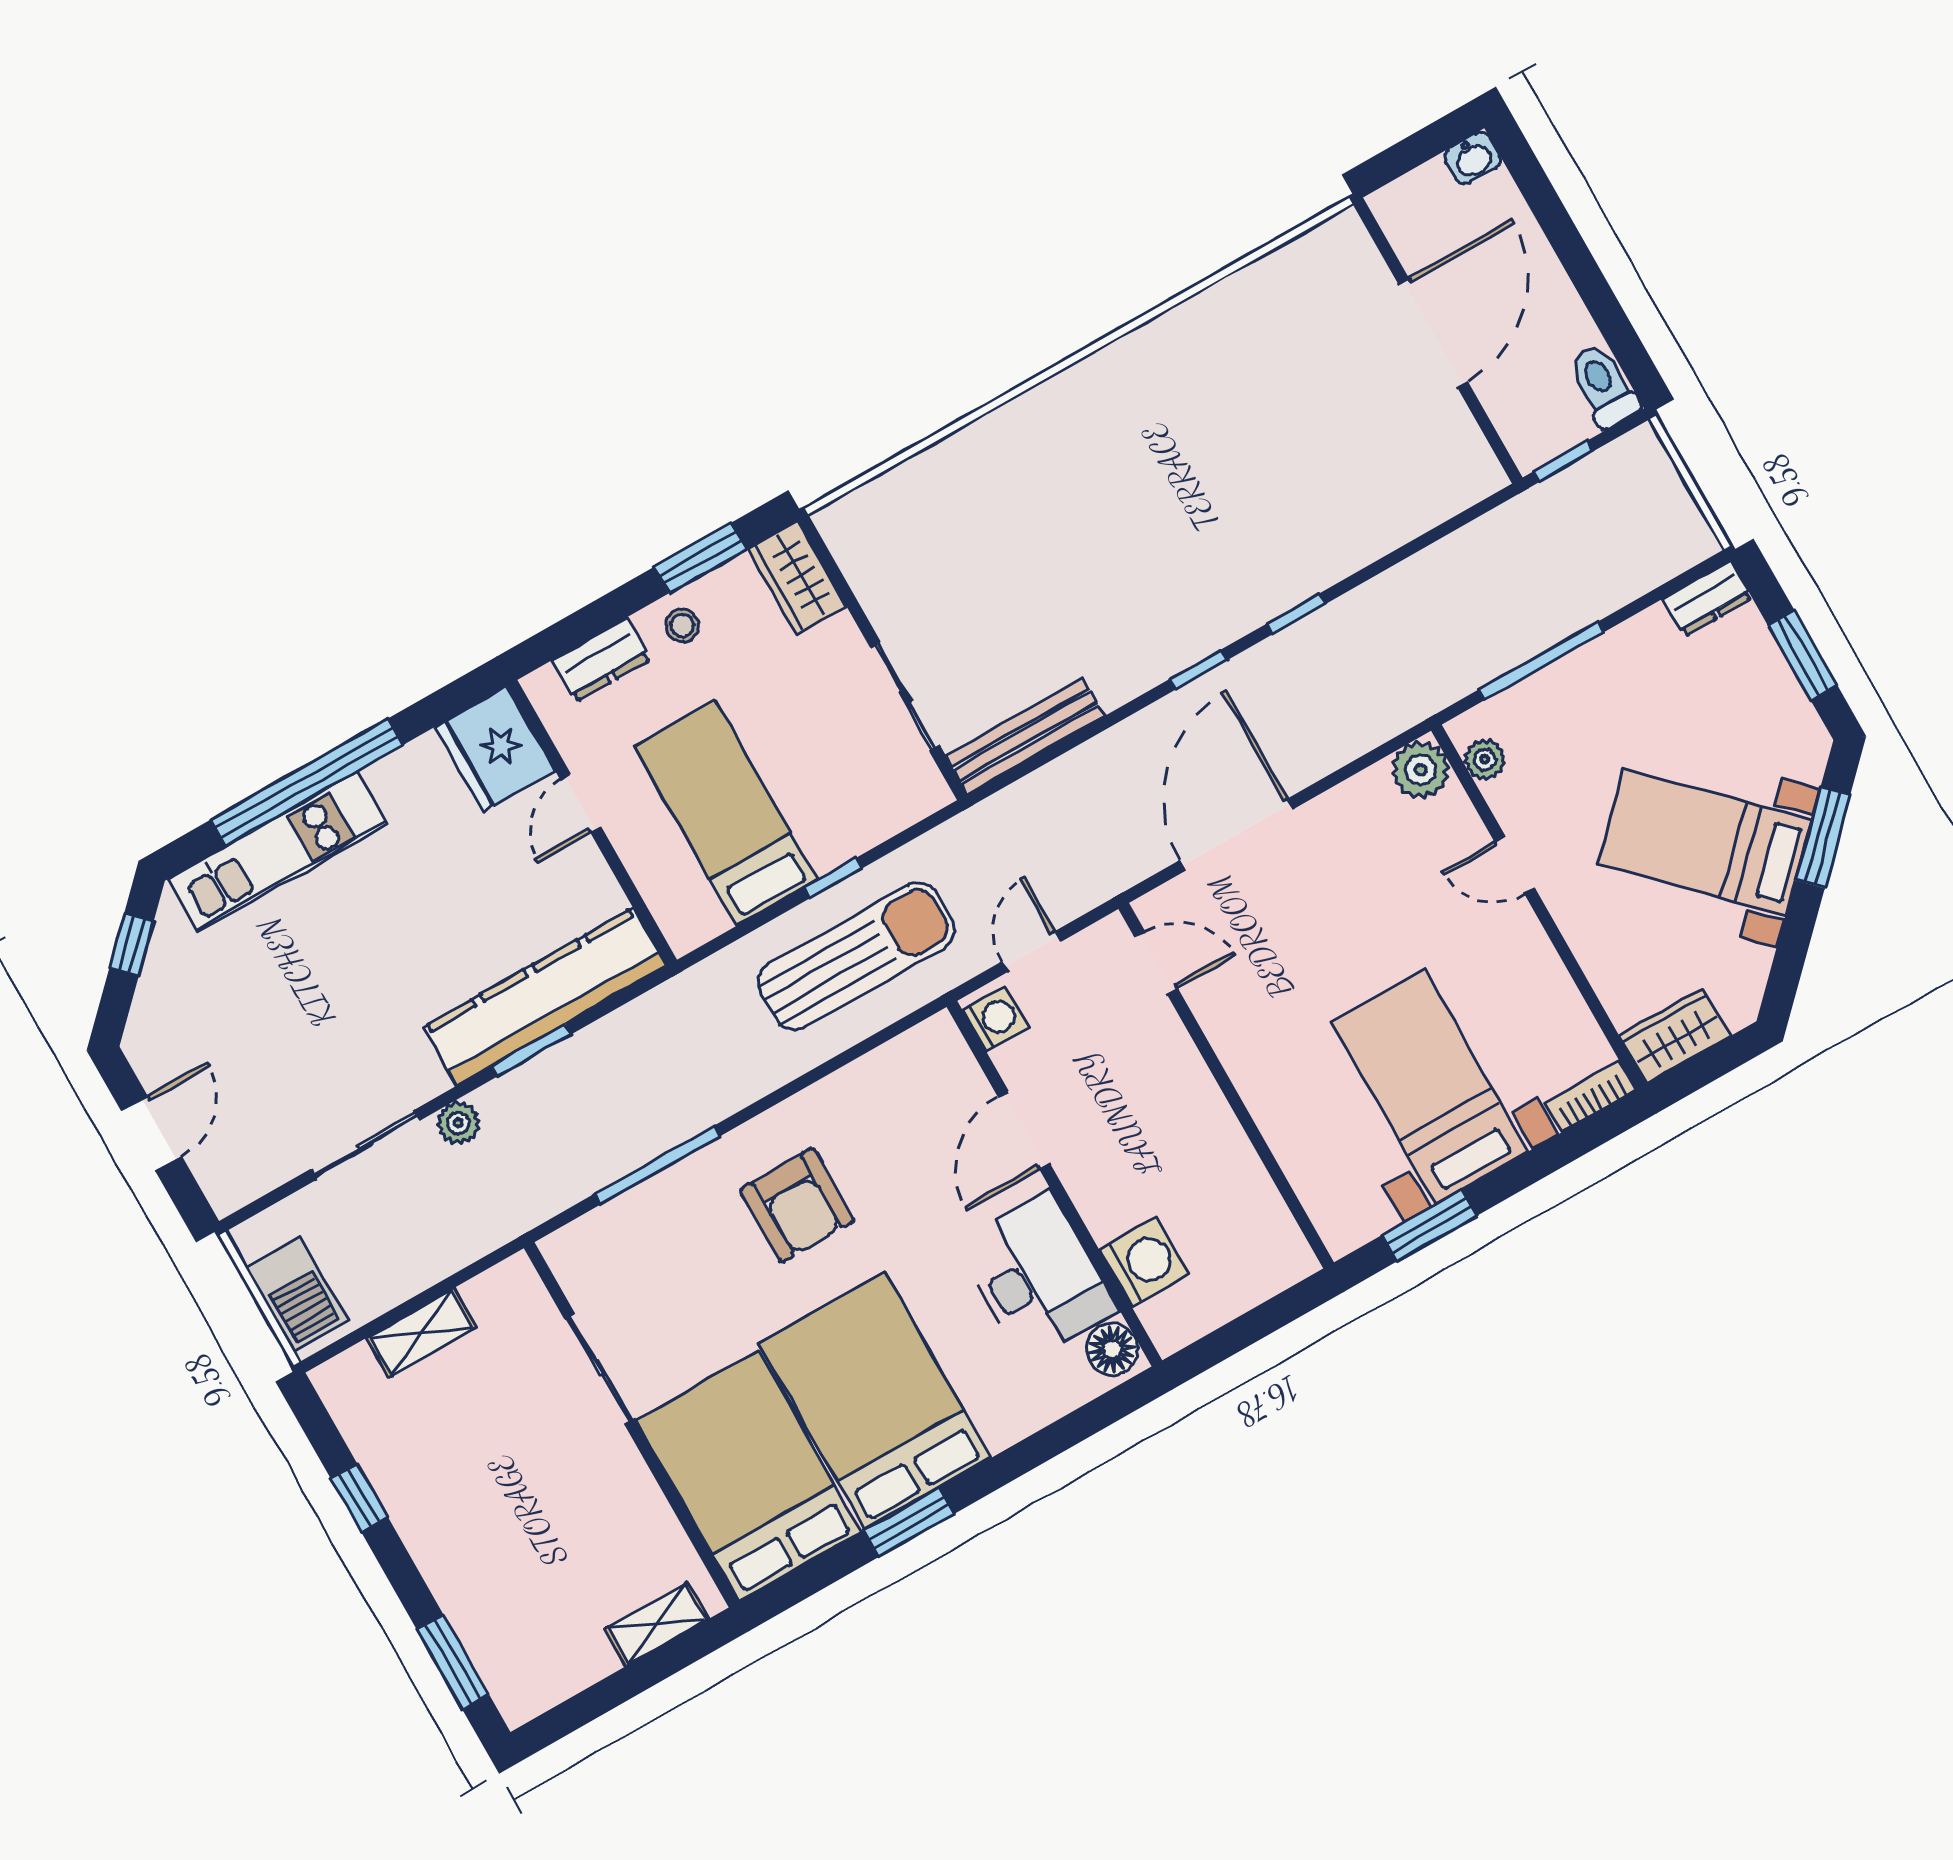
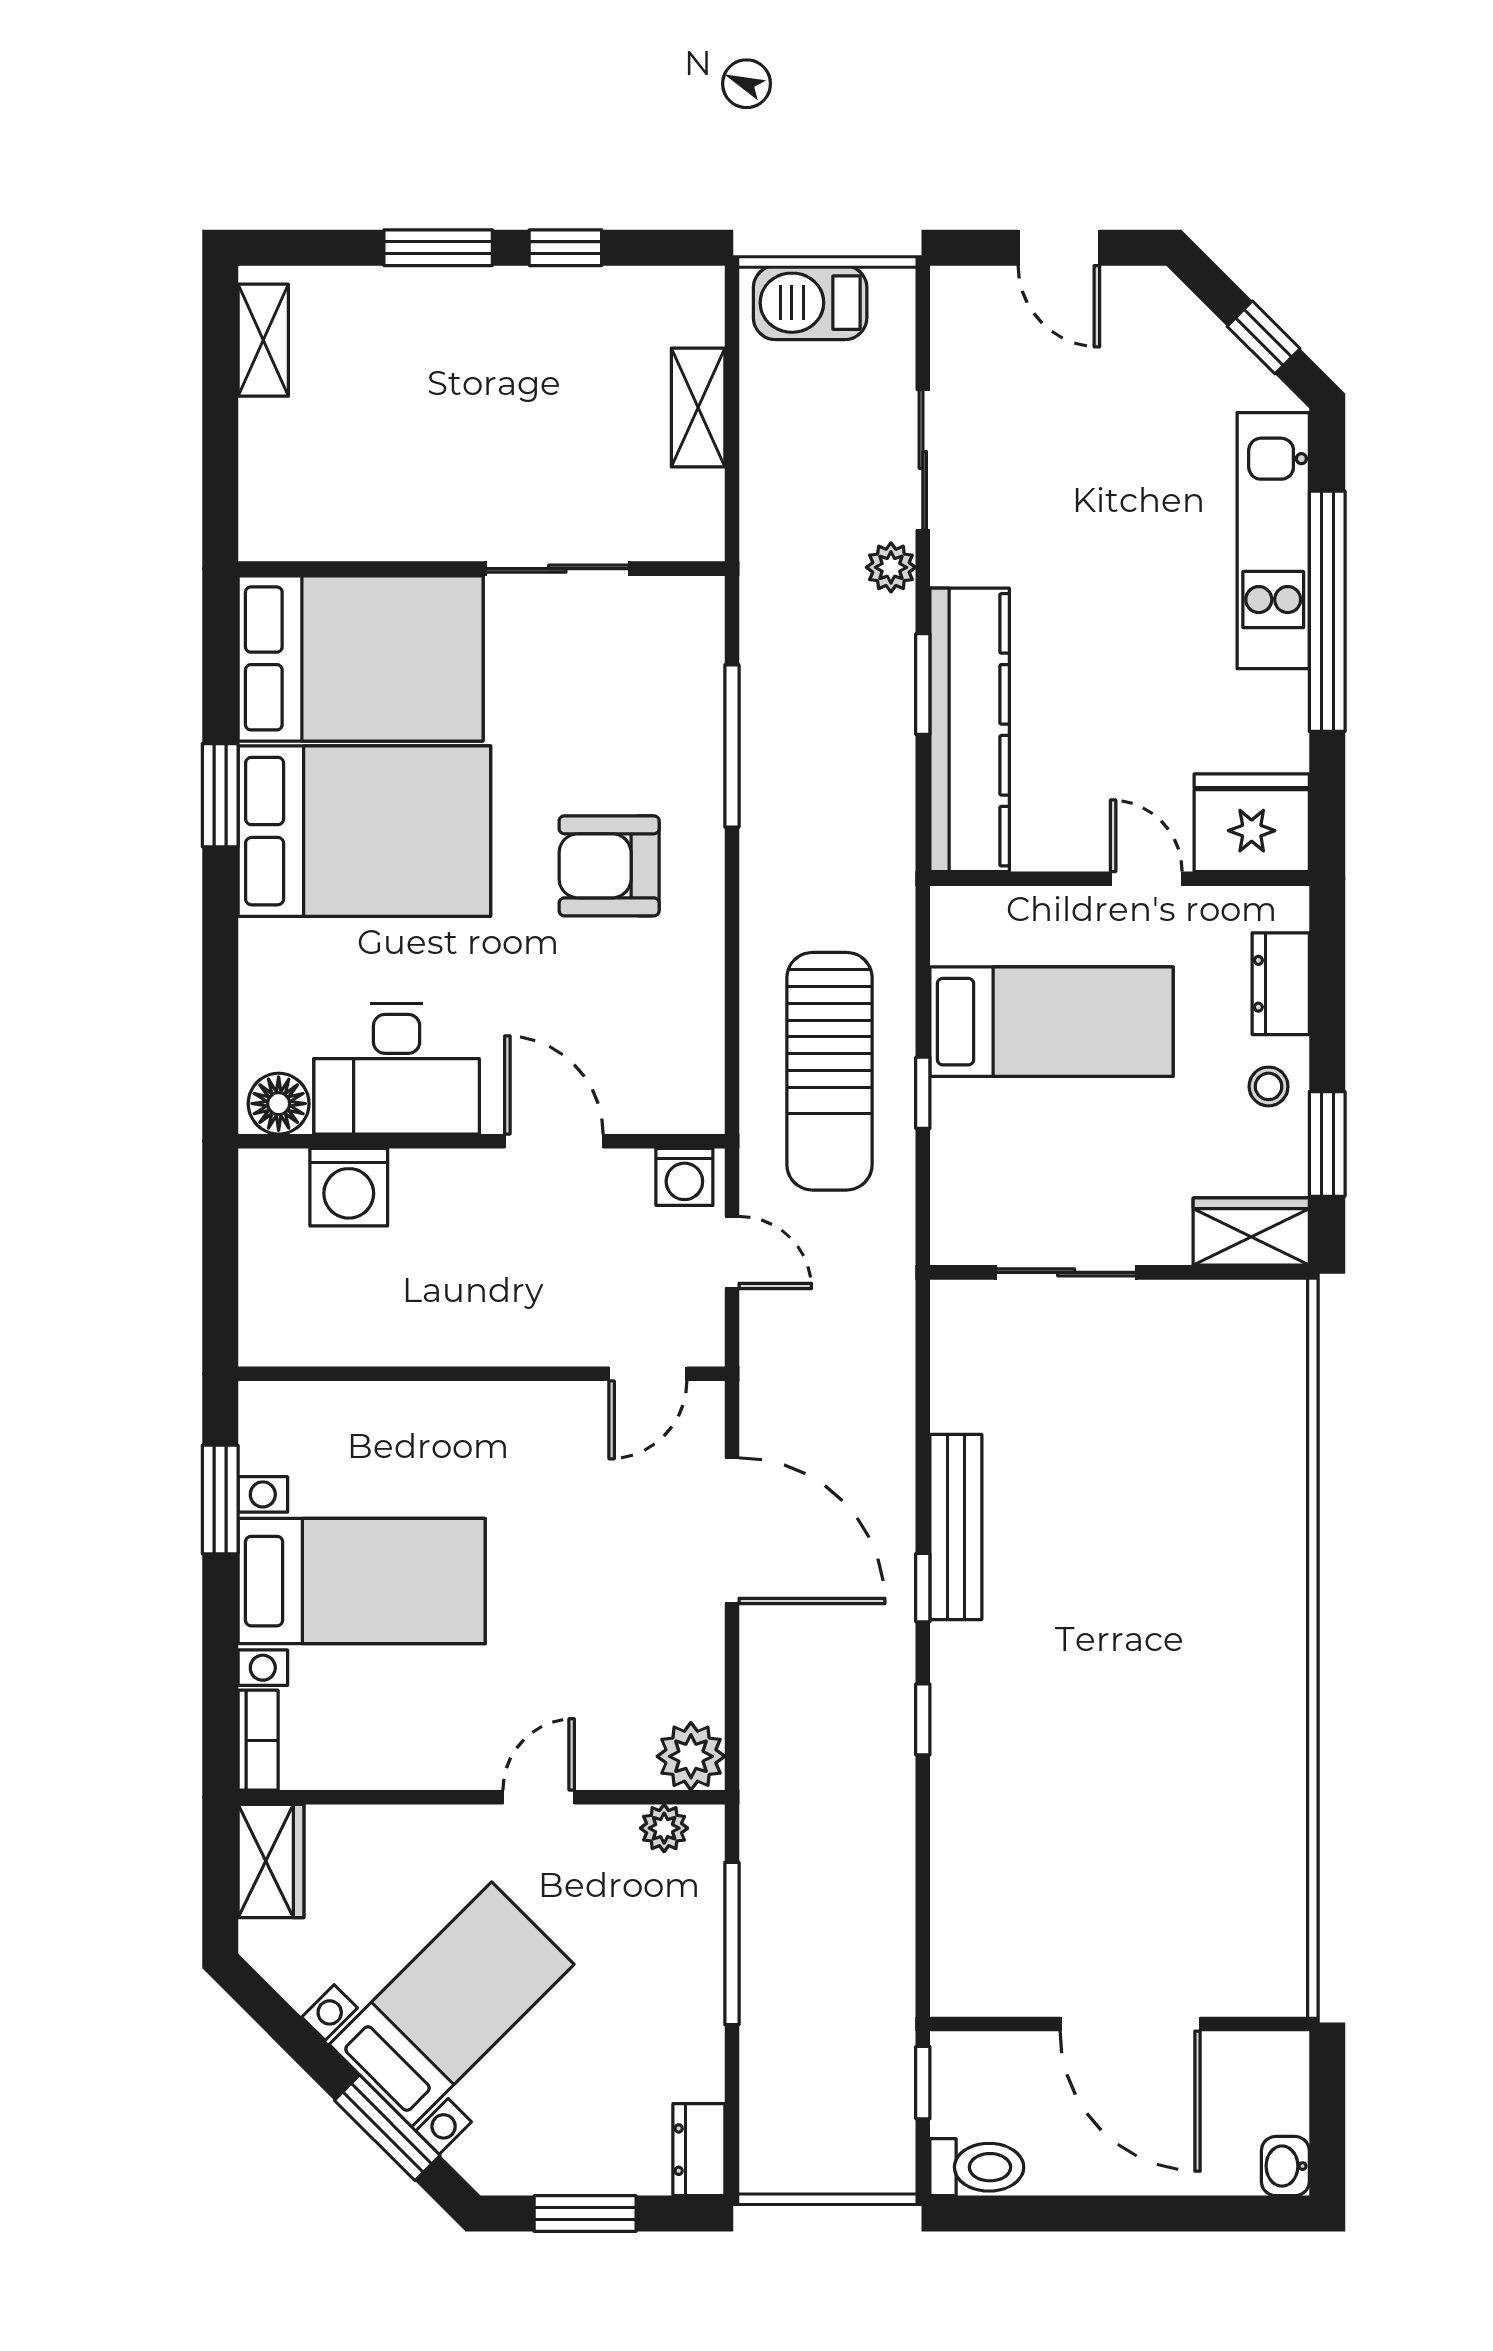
bench: (1025, 736) -> (956, 1527), moved
shelving: (657, 1624) -> (263, 340), moved
window: (453, 1662) -> (438, 248), moved

